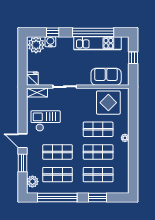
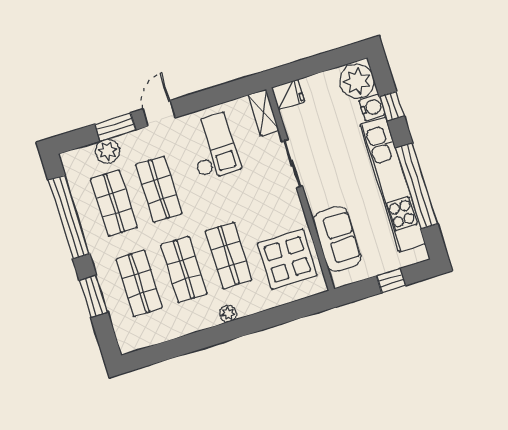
kitchen unit: (97, 43) -> (393, 184), width x1.36
plant: (32, 182) -> (107, 151), moved

